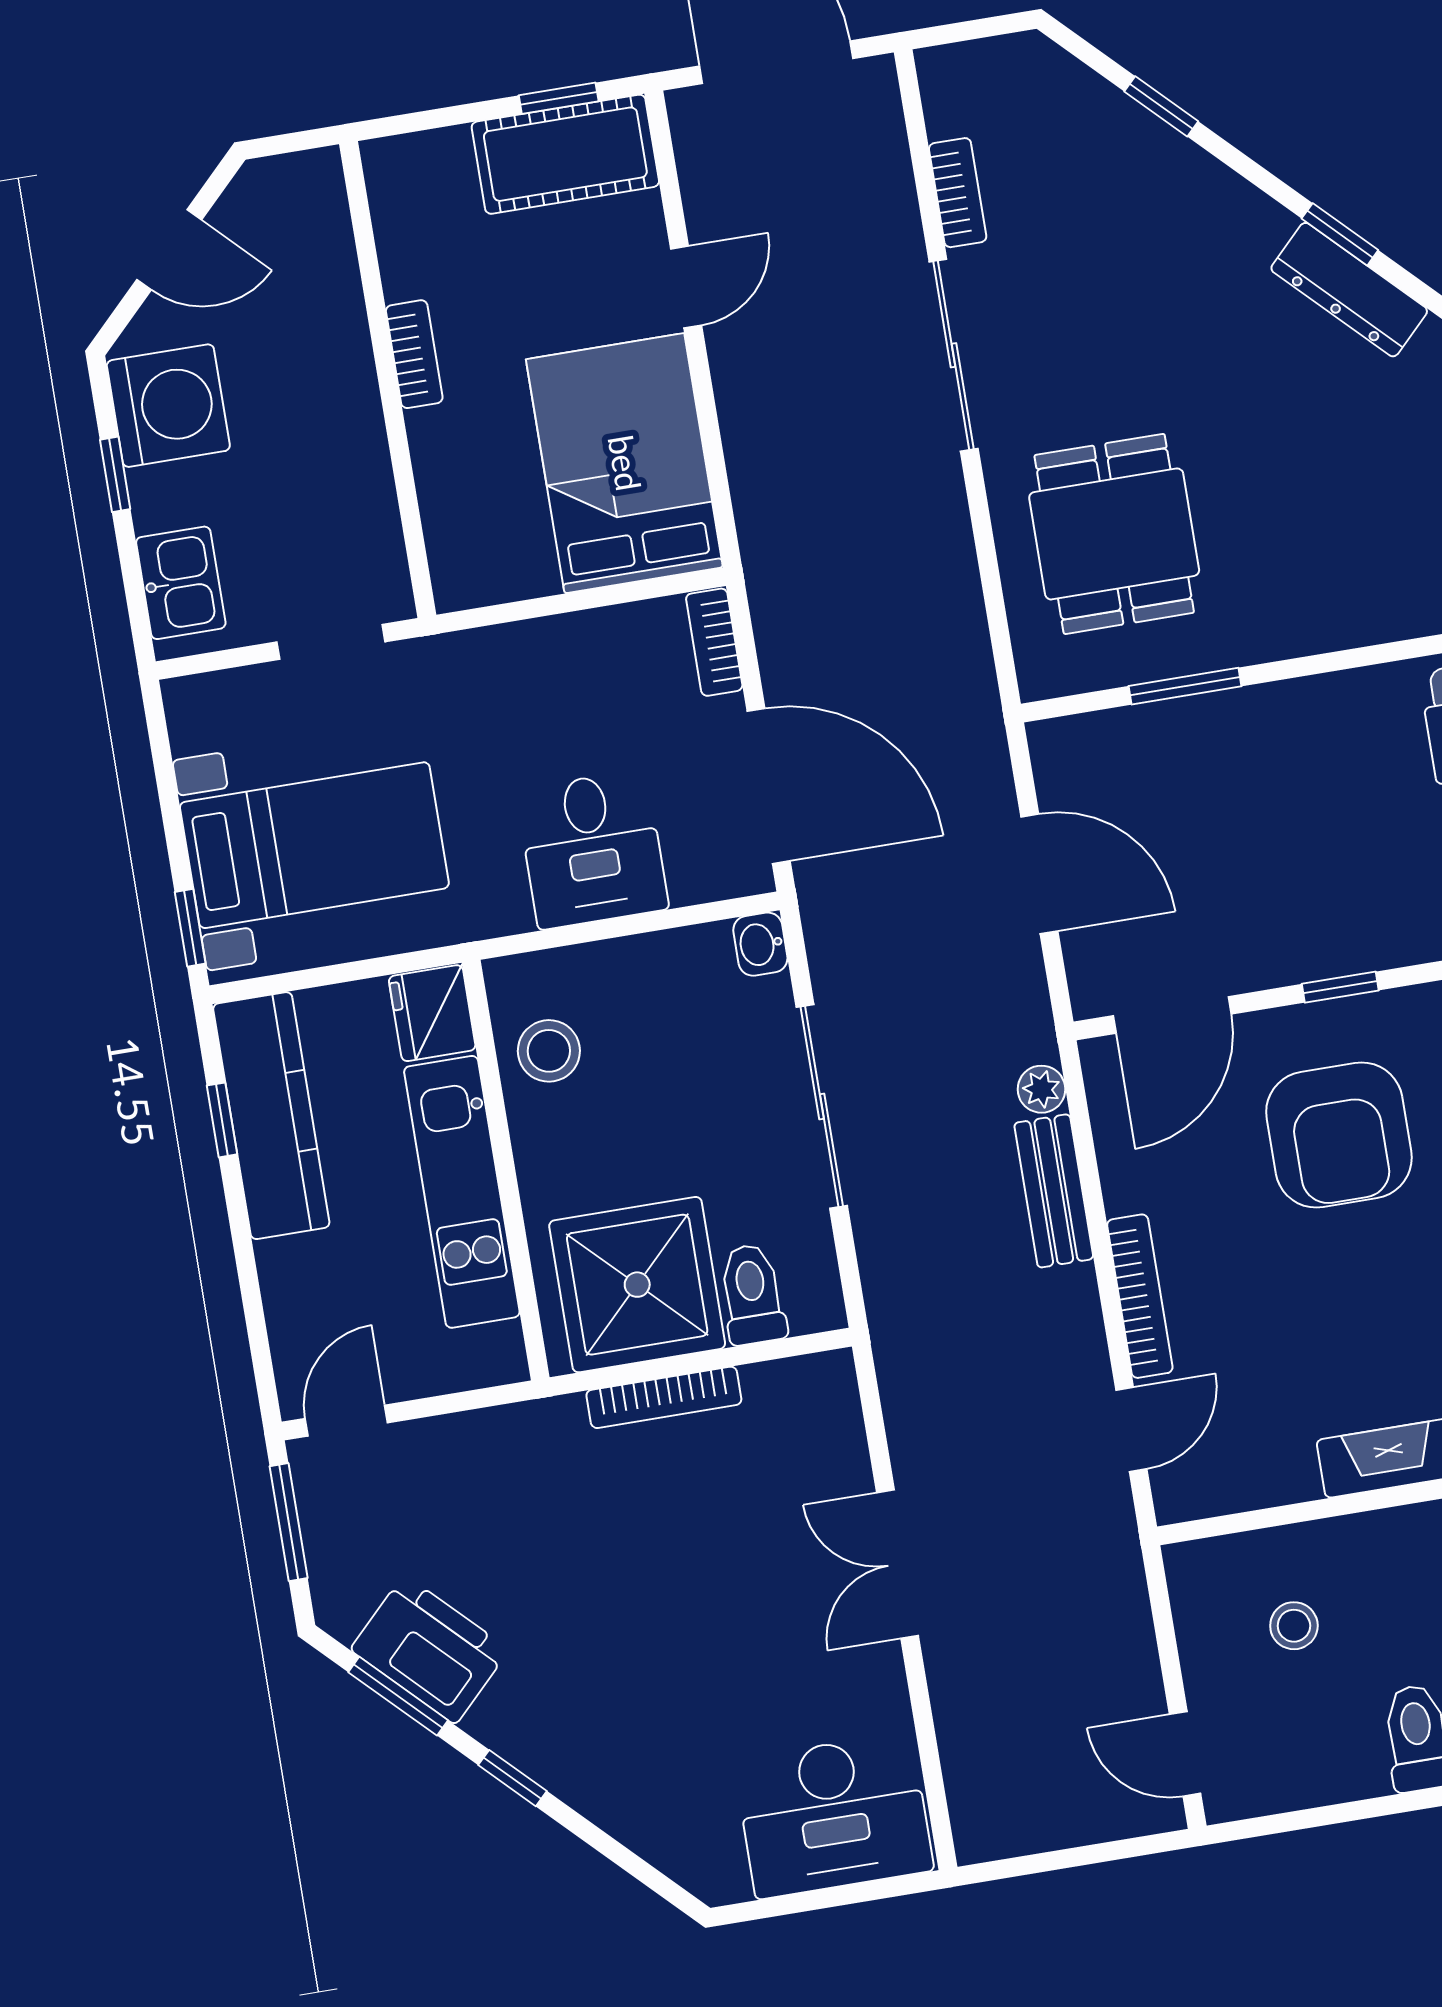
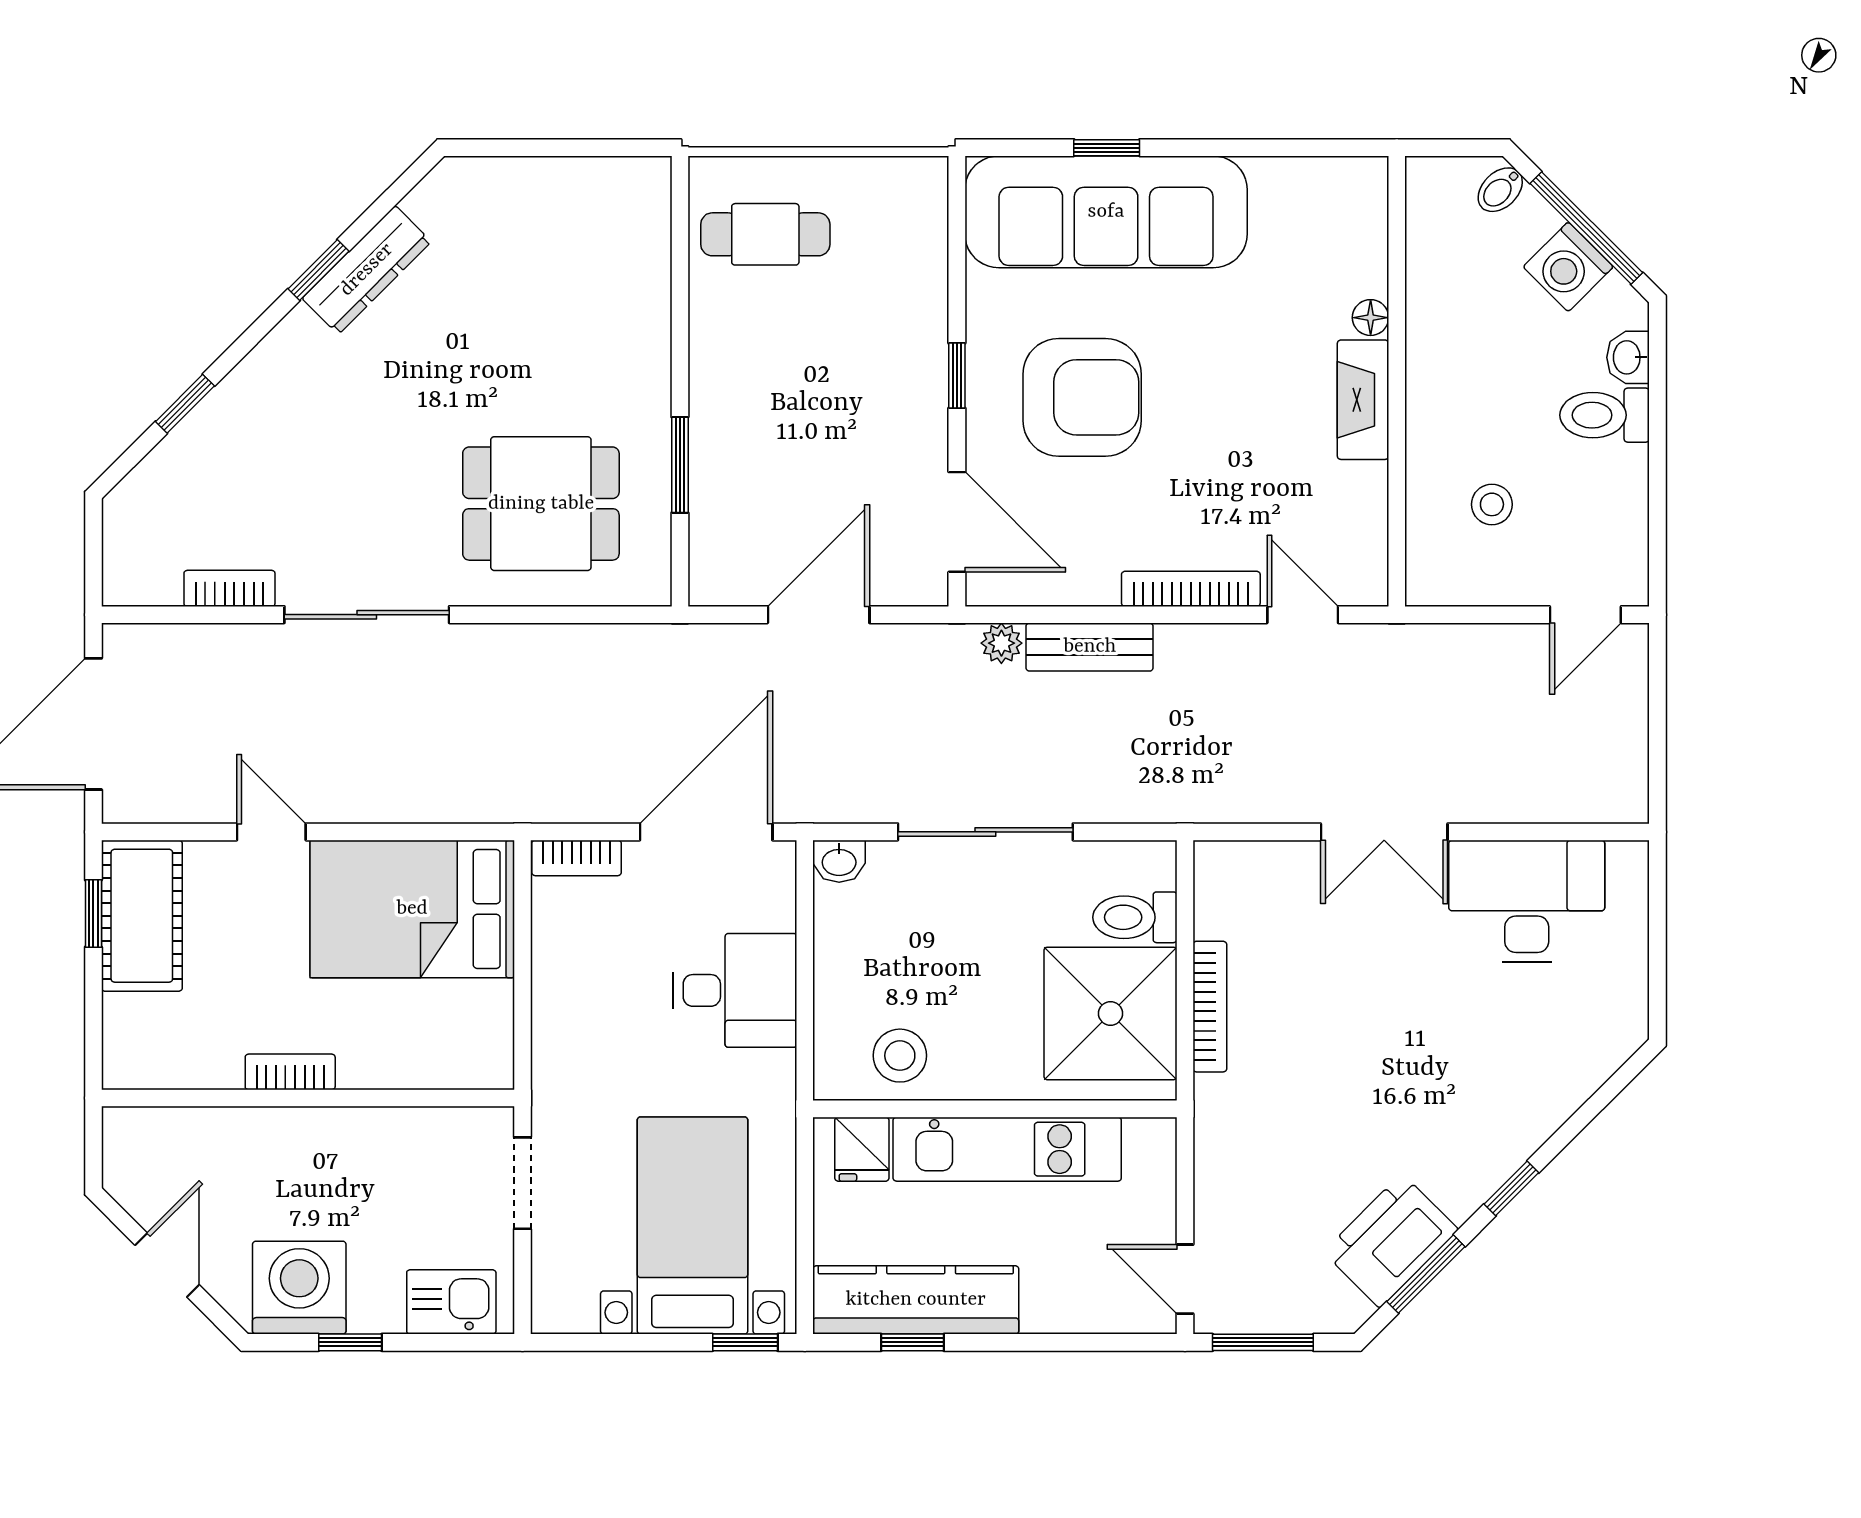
fridge: (432, 1013) -> (862, 1149), width x0.72
desk: (834, 1815) -> (1527, 901), moved, turned -90

